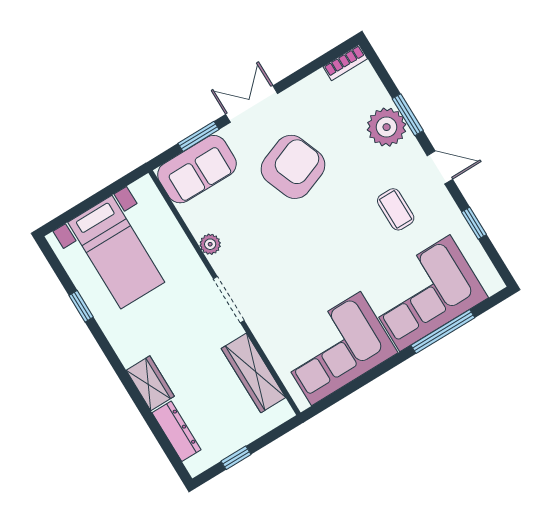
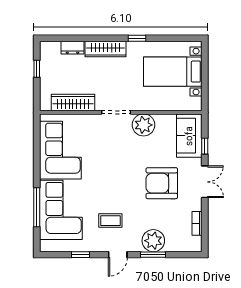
bookcase: (345, 63) -> (197, 223), moved
window: (199, 136) -> (205, 146), width x0.67
armchair: (293, 167) -> (162, 183), turned 111
plant: (210, 244) -> (144, 125), width x1.88, depth x1.88
window: (81, 306) -> (137, 38), moved
wardrobe: (150, 383) -> (106, 49), width x1.50
dresser: (177, 431) -> (73, 48), width x0.70

